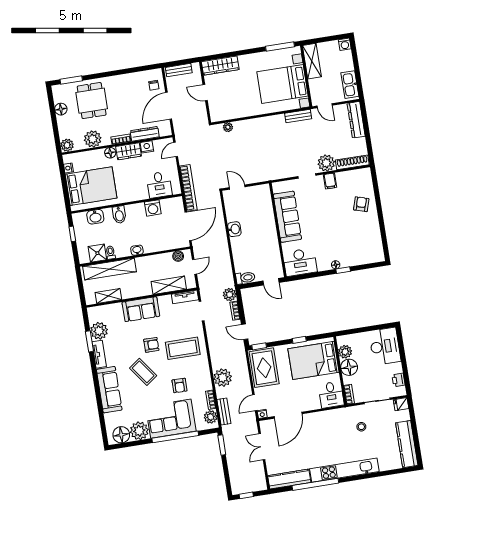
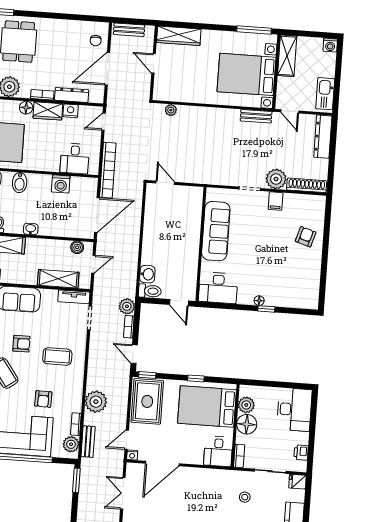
washbasin: (234, 229) -> (147, 274), moved
coffee table: (183, 348) -> (57, 356), width x0.73, depth x0.76

